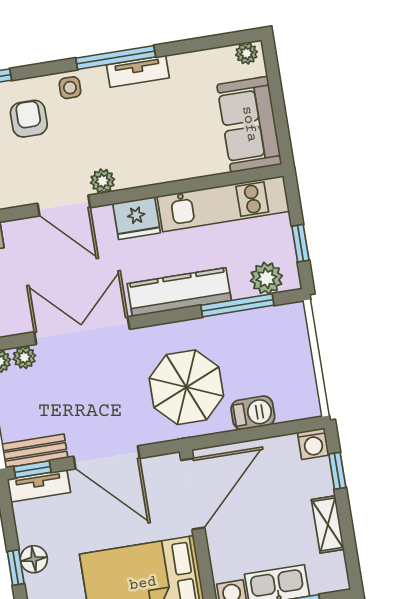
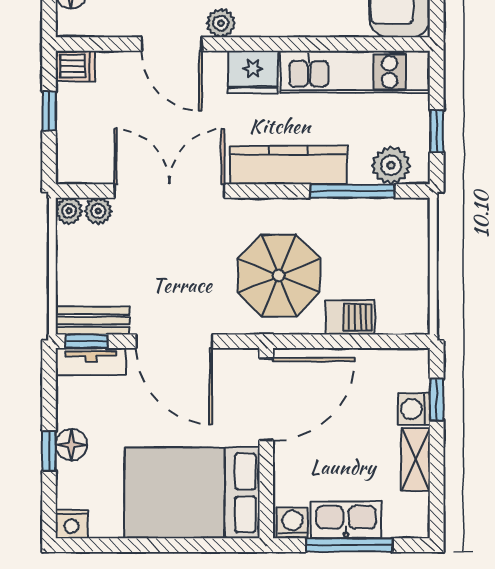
washing machine: (313, 444) -> (414, 409), moved, turned 90

